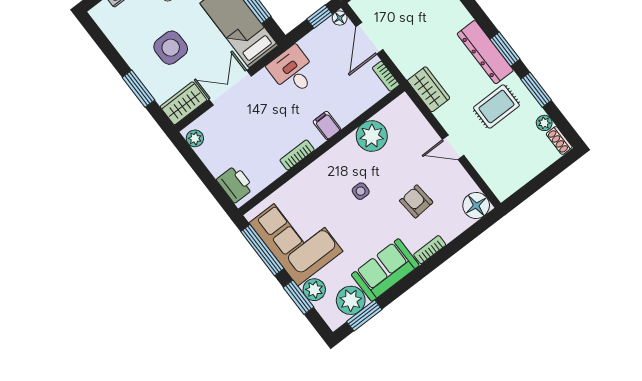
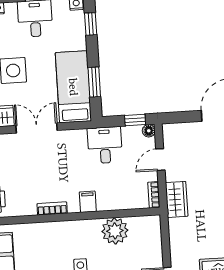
door: (369, 38) -> (160, 160), width x0.73
desk: (293, 71) -> (105, 145), moved
wardrobe: (429, 89) -> (177, 199), moved

